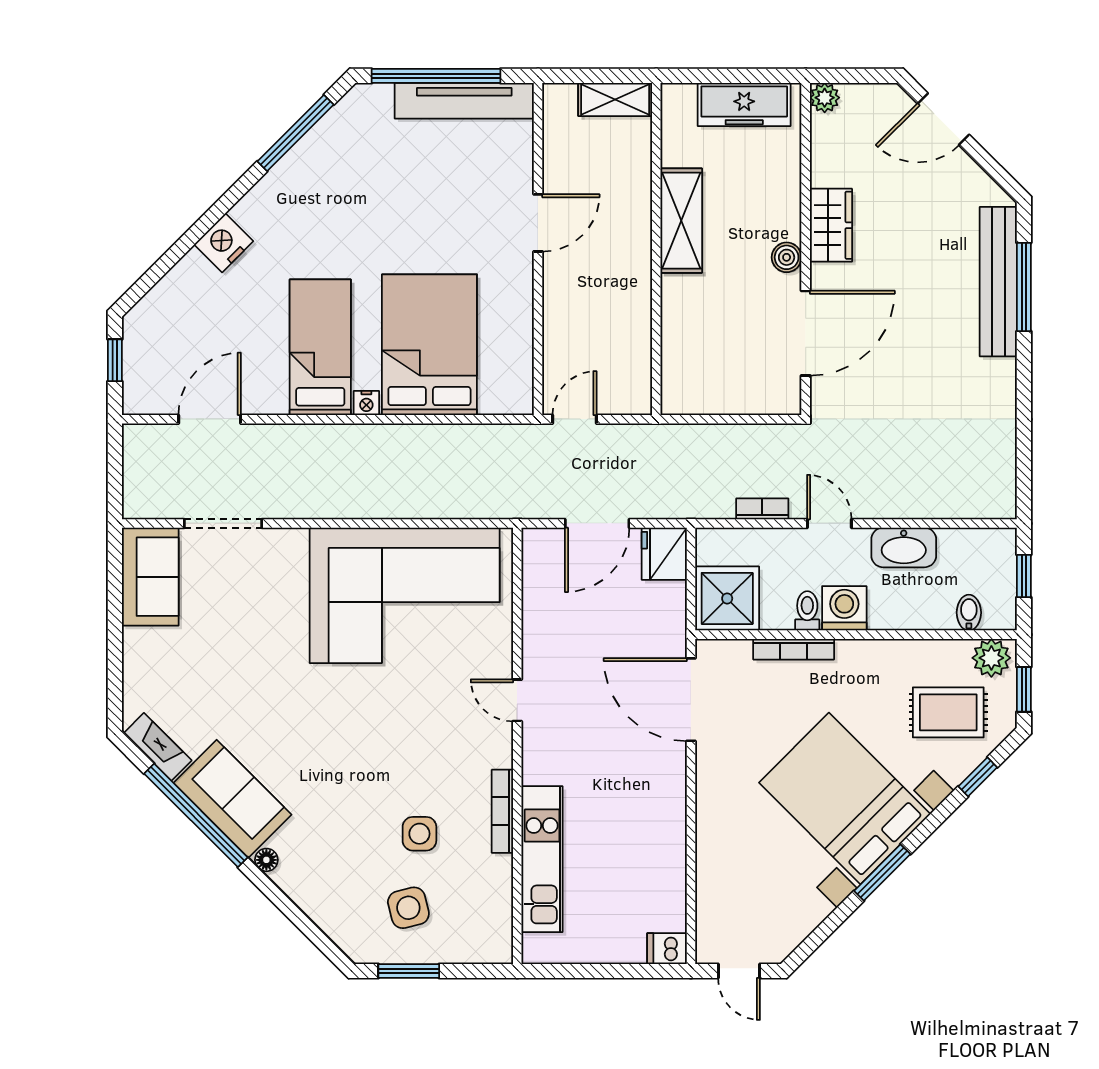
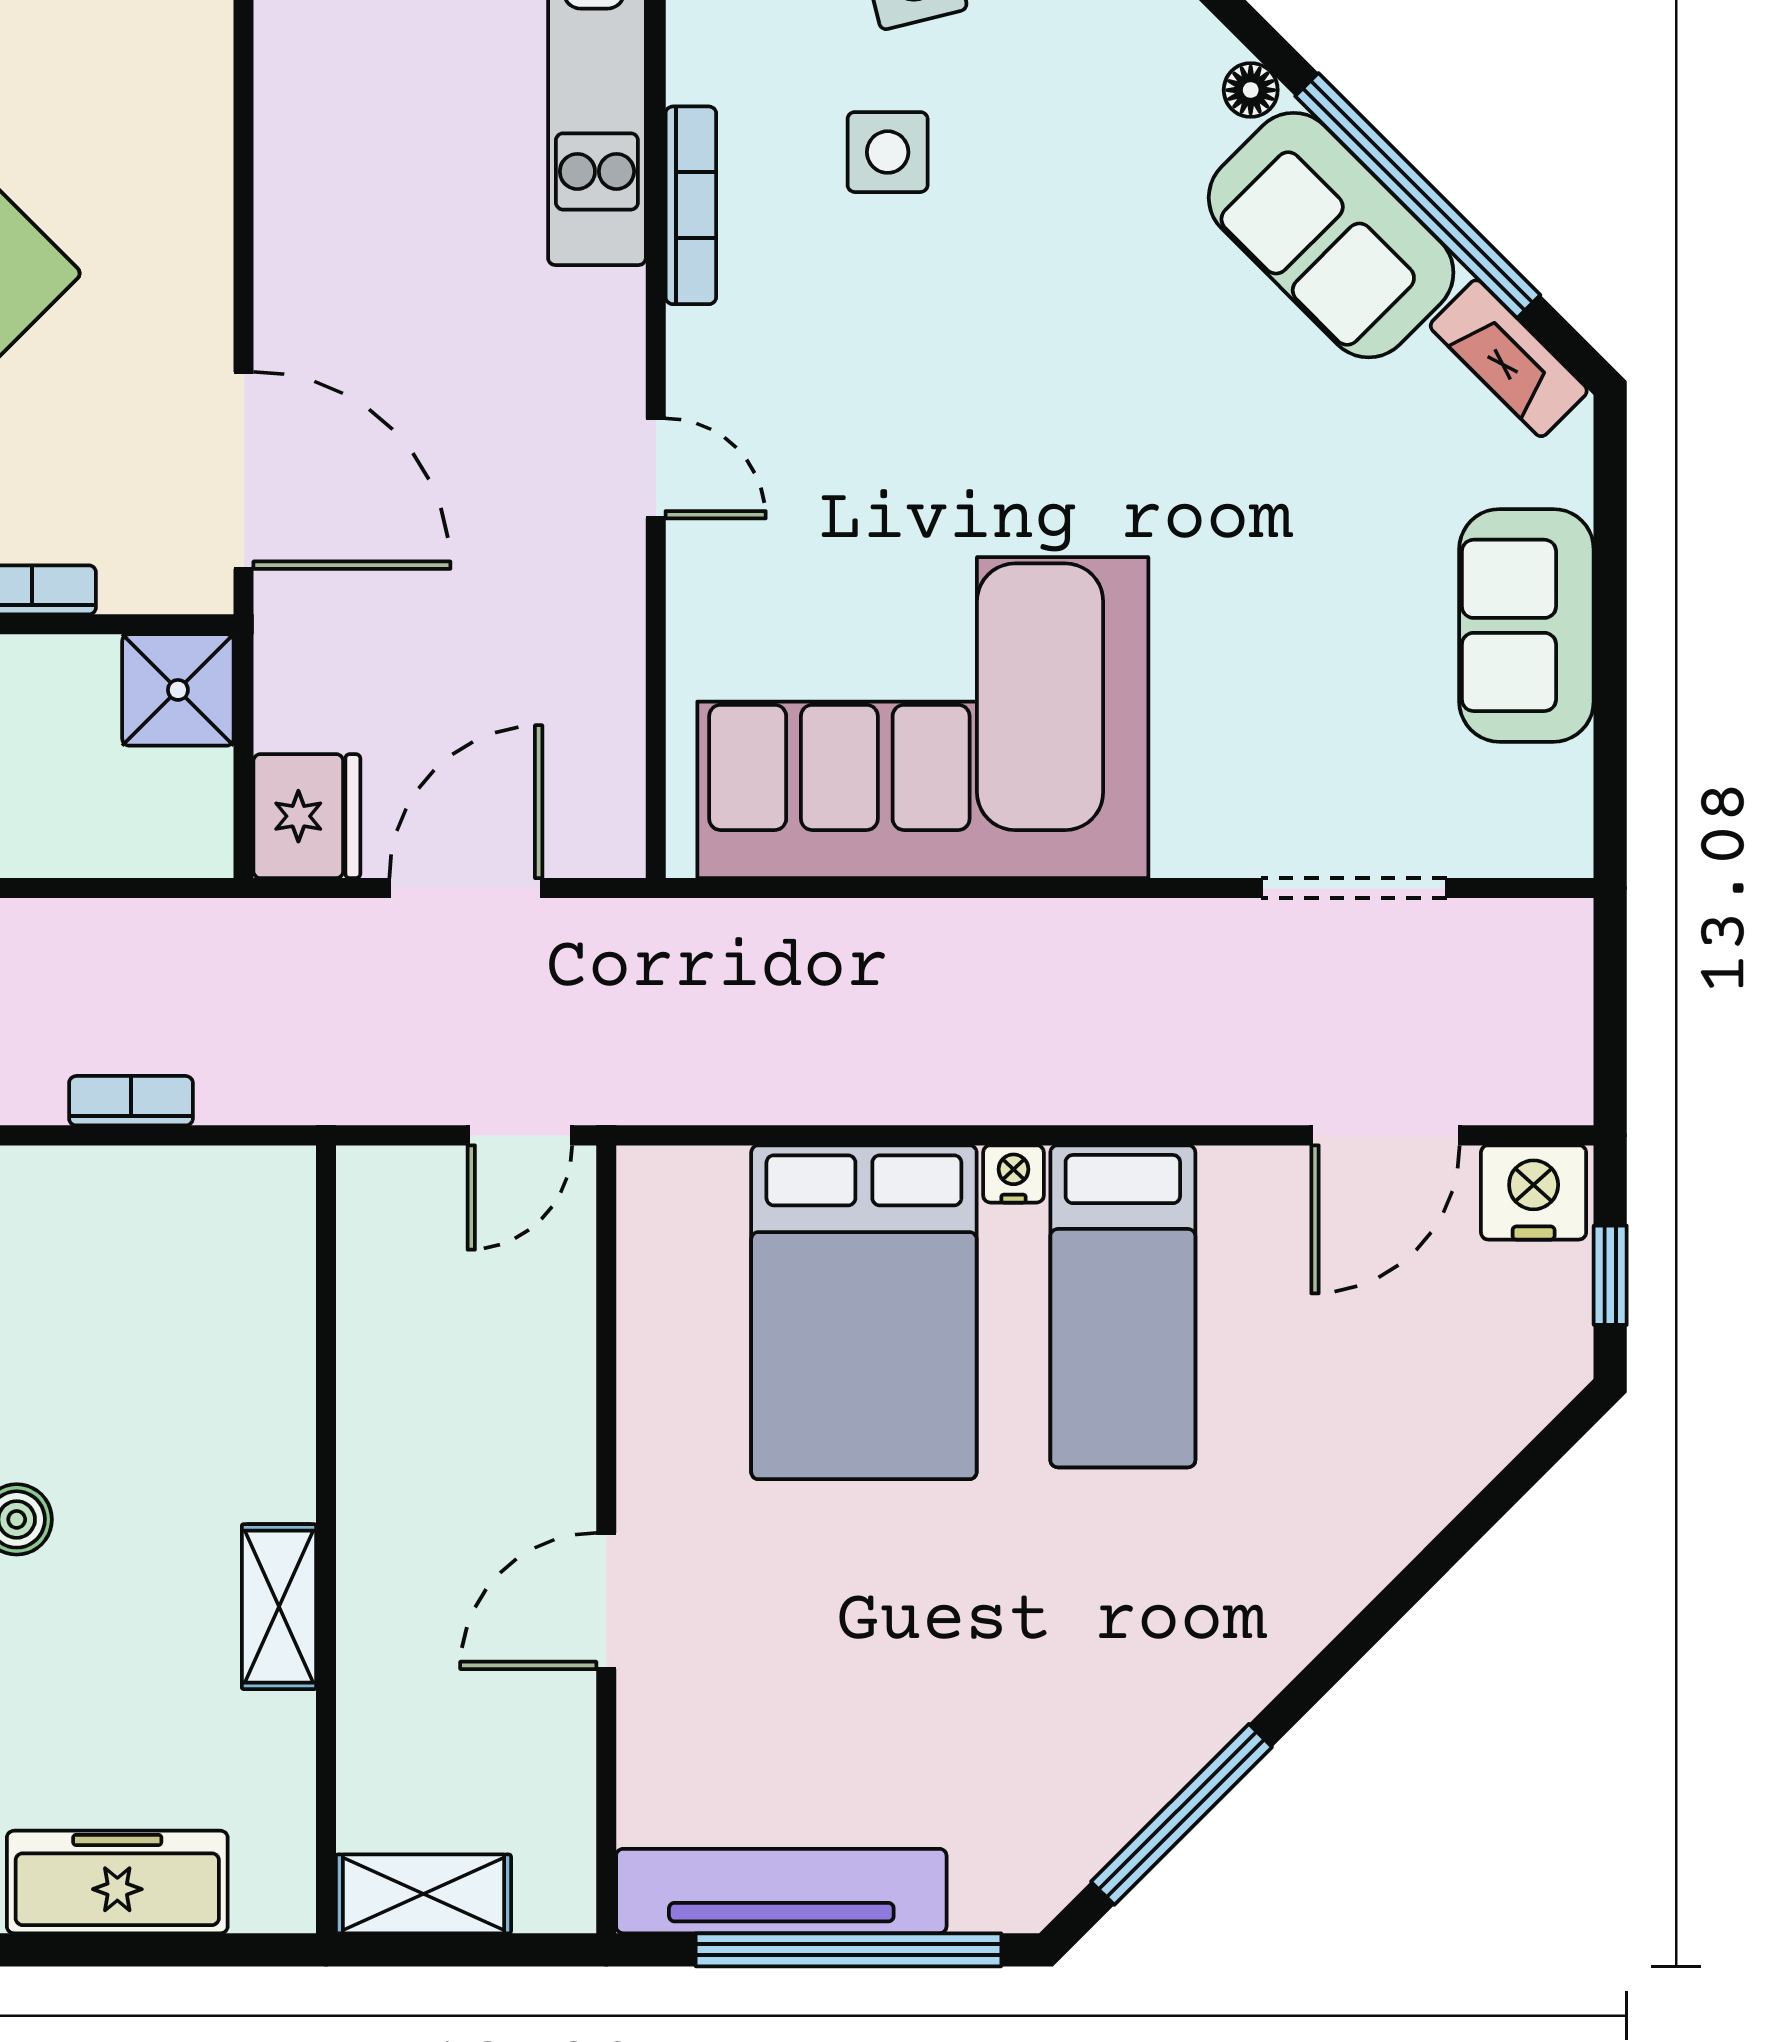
shelving: (681, 221) -> (279, 1607), width x0.67, depth x0.75
nightstand: (224, 243) -> (1534, 1192), moved, turned -135
bookcase: (762, 509) -> (131, 1101), moved, turned 180
sofa: (150, 577) -> (1526, 625), moved
shower: (727, 598) -> (178, 690), width x0.73, depth x0.73

